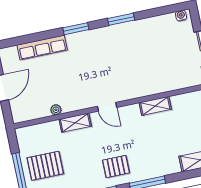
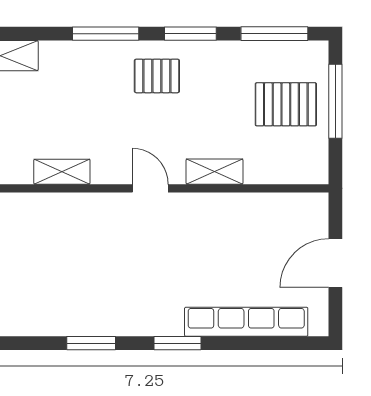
row of seats: (42, 47) -> (246, 322), width x1.36
plant: (56, 110) -> (245, 203), removed

